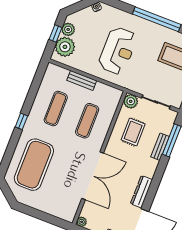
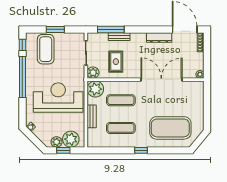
reception desk: (118, 51) -> (58, 98), width x1.36, depth x1.30
plant: (111, 97) -> (95, 89), added
rug: (133, 132) -> (116, 62), turned 90

